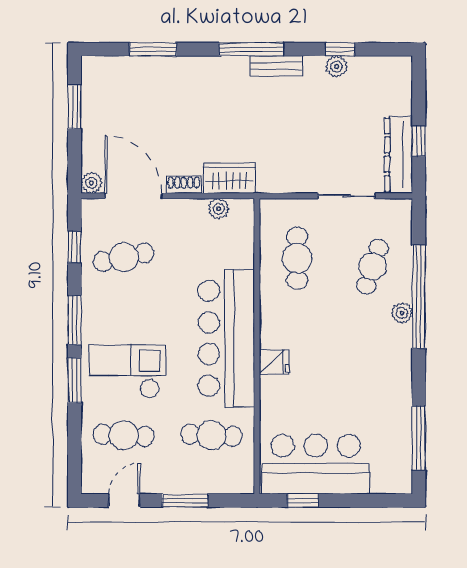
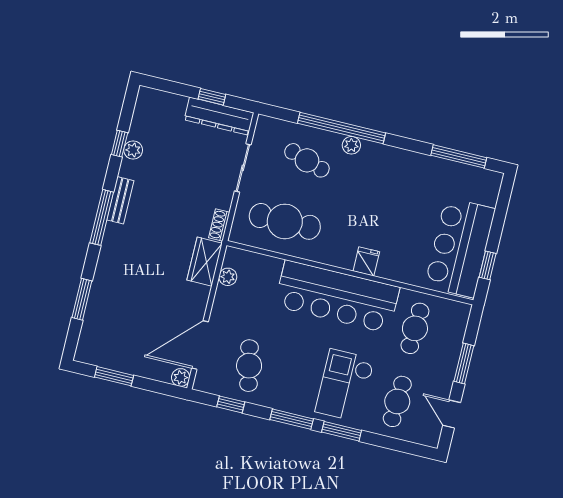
shoe rack: (184, 185) -> (219, 225), moved
cafe table: (297, 258) -> (285, 221), width x1.37, depth x1.35

